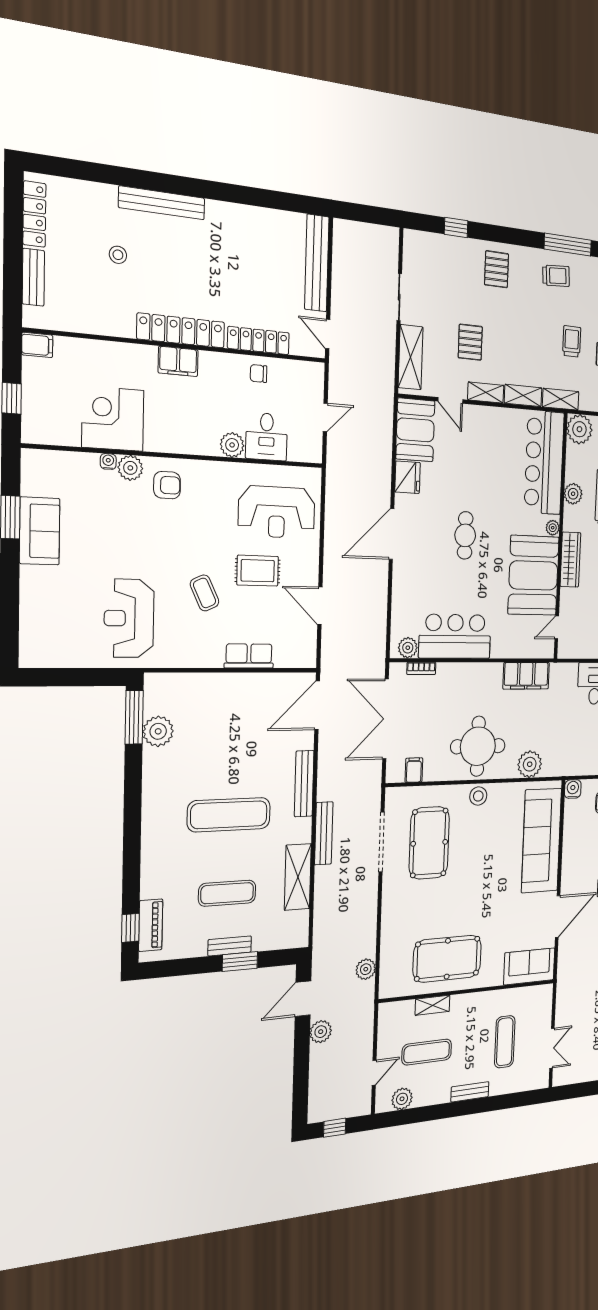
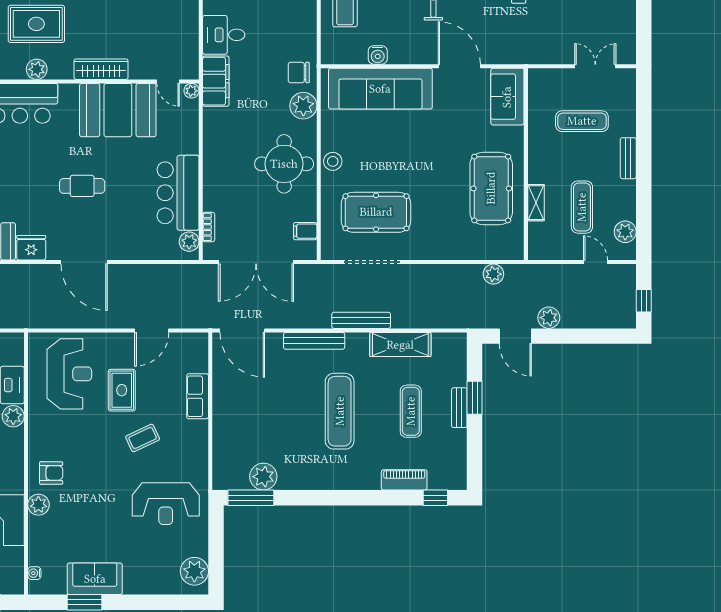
water cooler: (108, 462) -> (34, 573), moved
armchair: (167, 485) -> (51, 473), turned 90
plant: (553, 528) -> (191, 91), moved
plant: (47, 651) -> (194, 571), added
filing cabinet: (526, 676) -> (216, 81), moved
chair: (559, 759) -> (299, 72), added
water cooler: (573, 789) -> (378, 55), moved, turned -90
piano: (151, 925) -> (404, 480), moved

